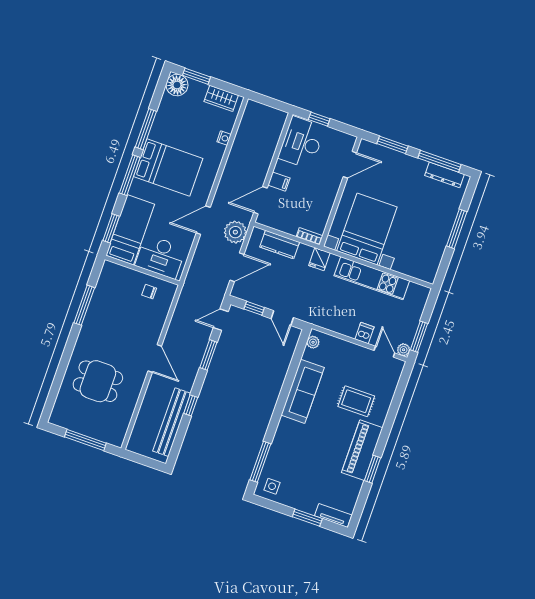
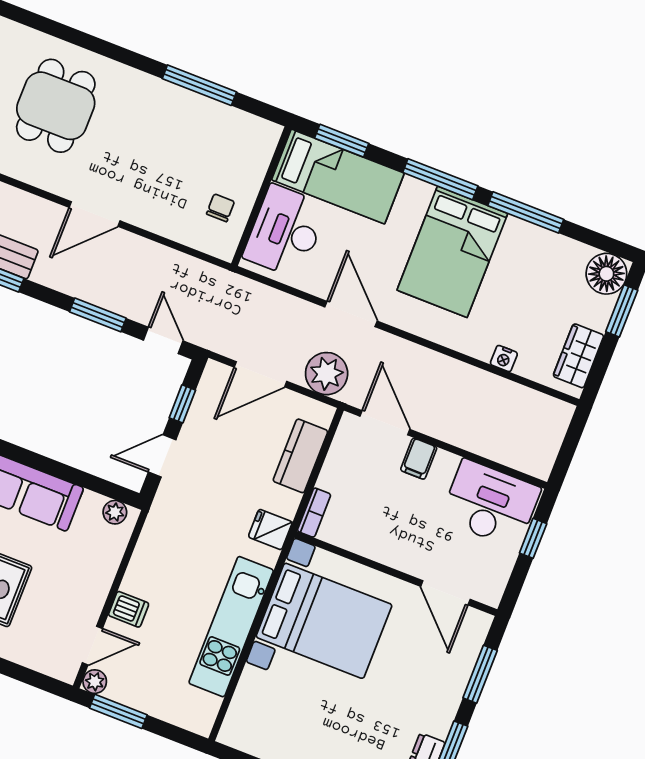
door: (237, 267) -> (260, 374), hinge flipped

